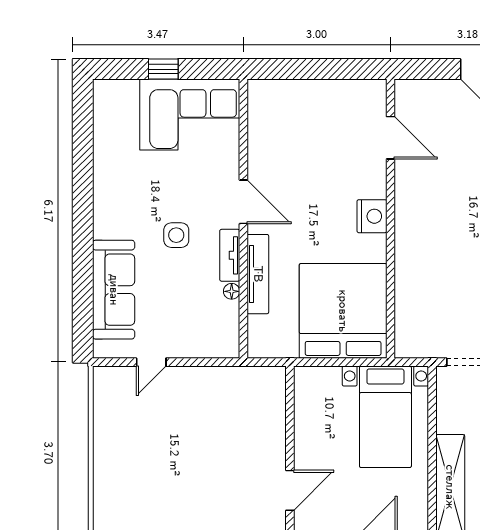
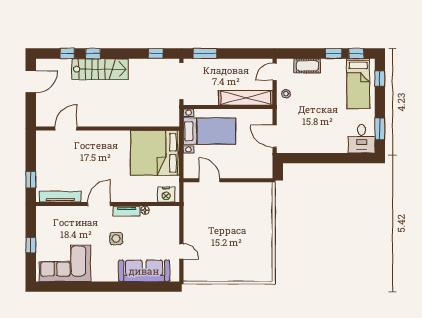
window: (291, 69) -> (31, 180), added
corner sofa: (190, 114) -> (65, 263), moved, turned -90
nightstand: (372, 216) -> (166, 195), moved, turned 180
tv unit: (258, 274) -> (60, 197), moved
door: (290, 490) -> (209, 180), moved

